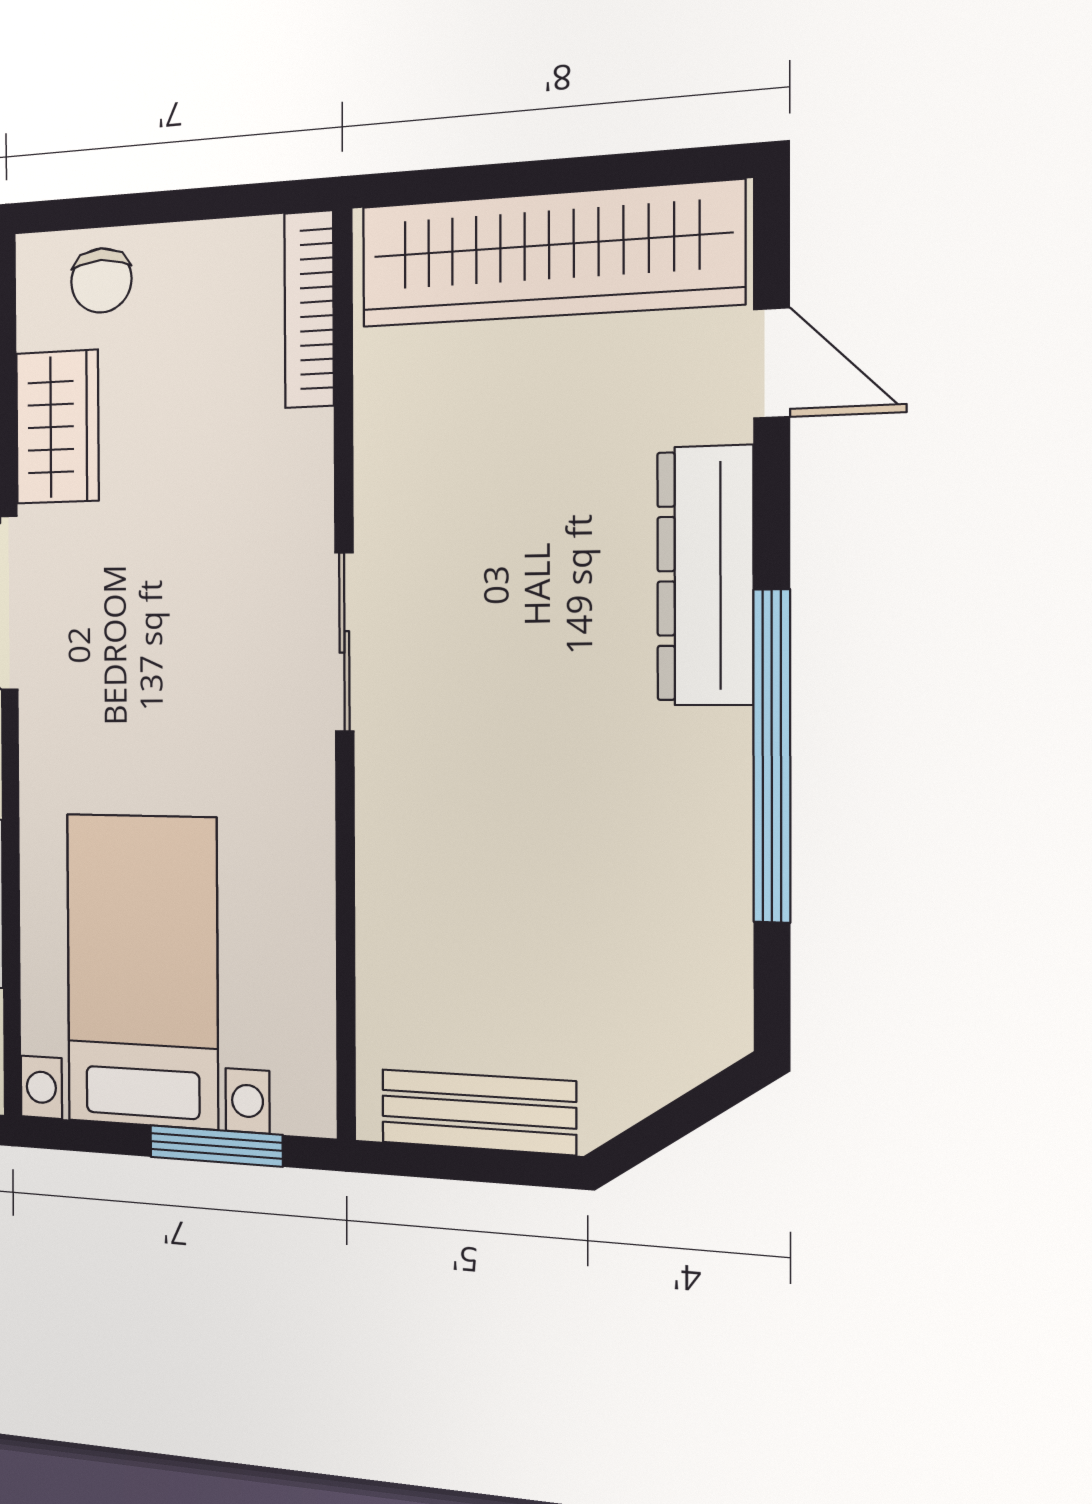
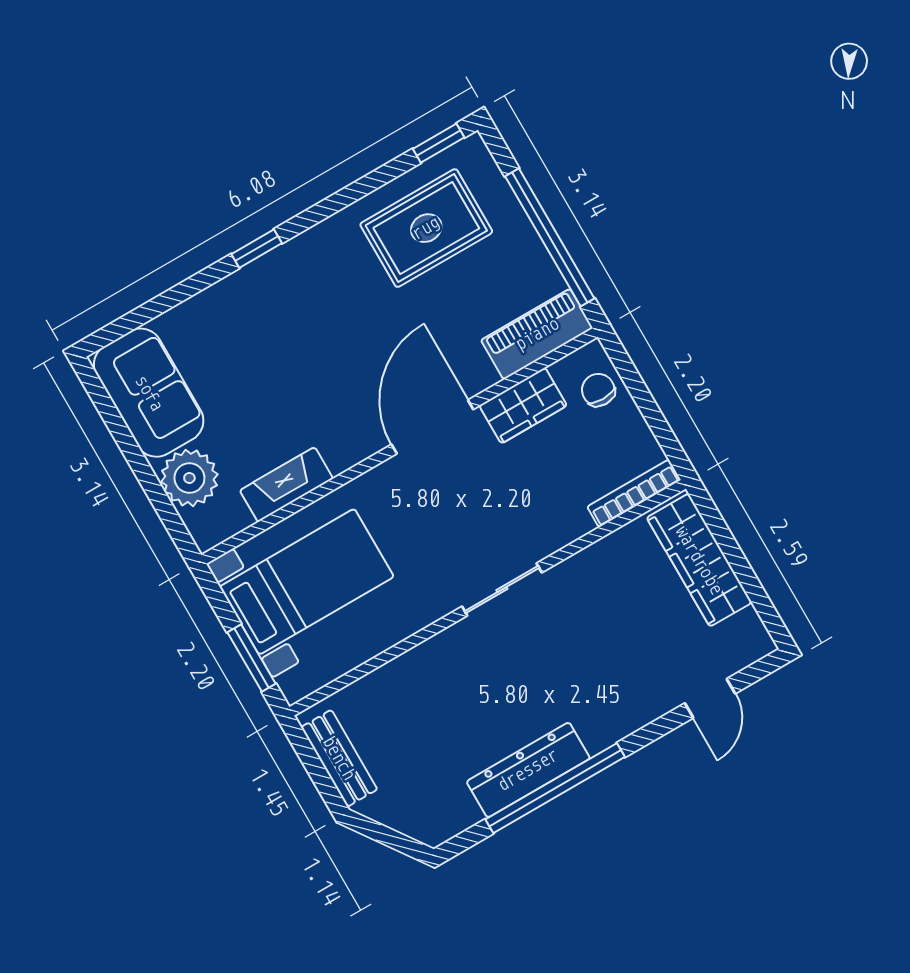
wardrobe: (549, 255) -> (699, 560), width x0.71, depth x0.85
chair: (101, 280) -> (598, 390), turned 90
dresser: (705, 576) -> (528, 770), moved

